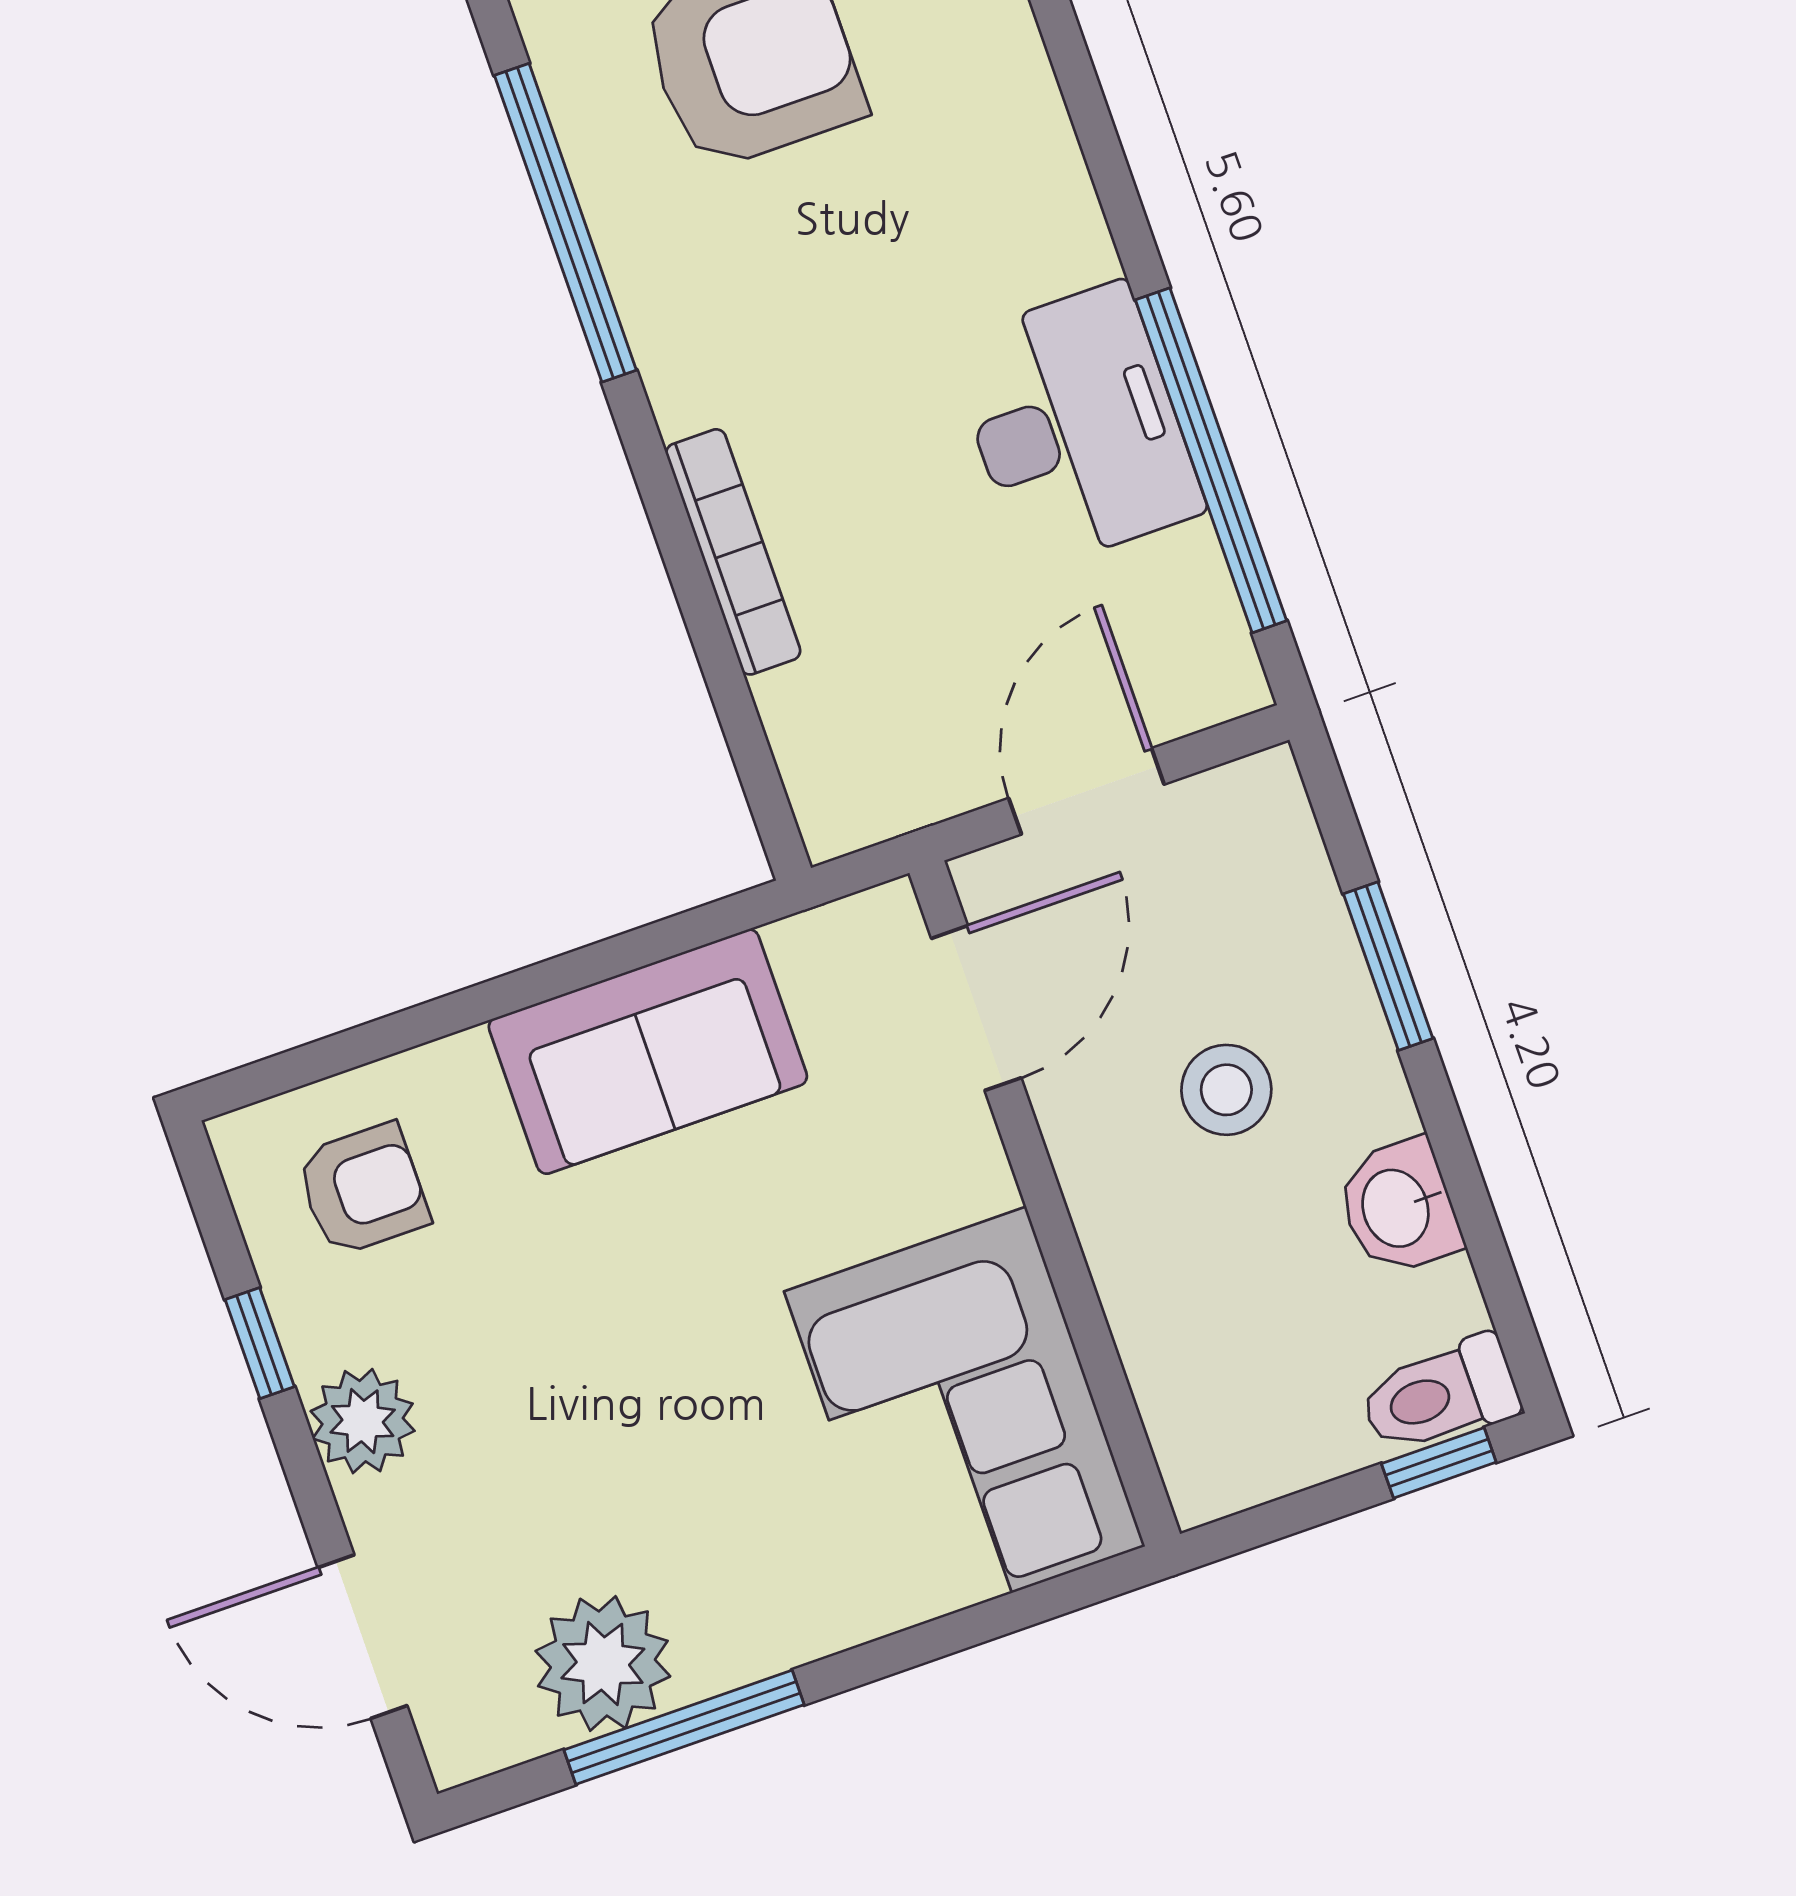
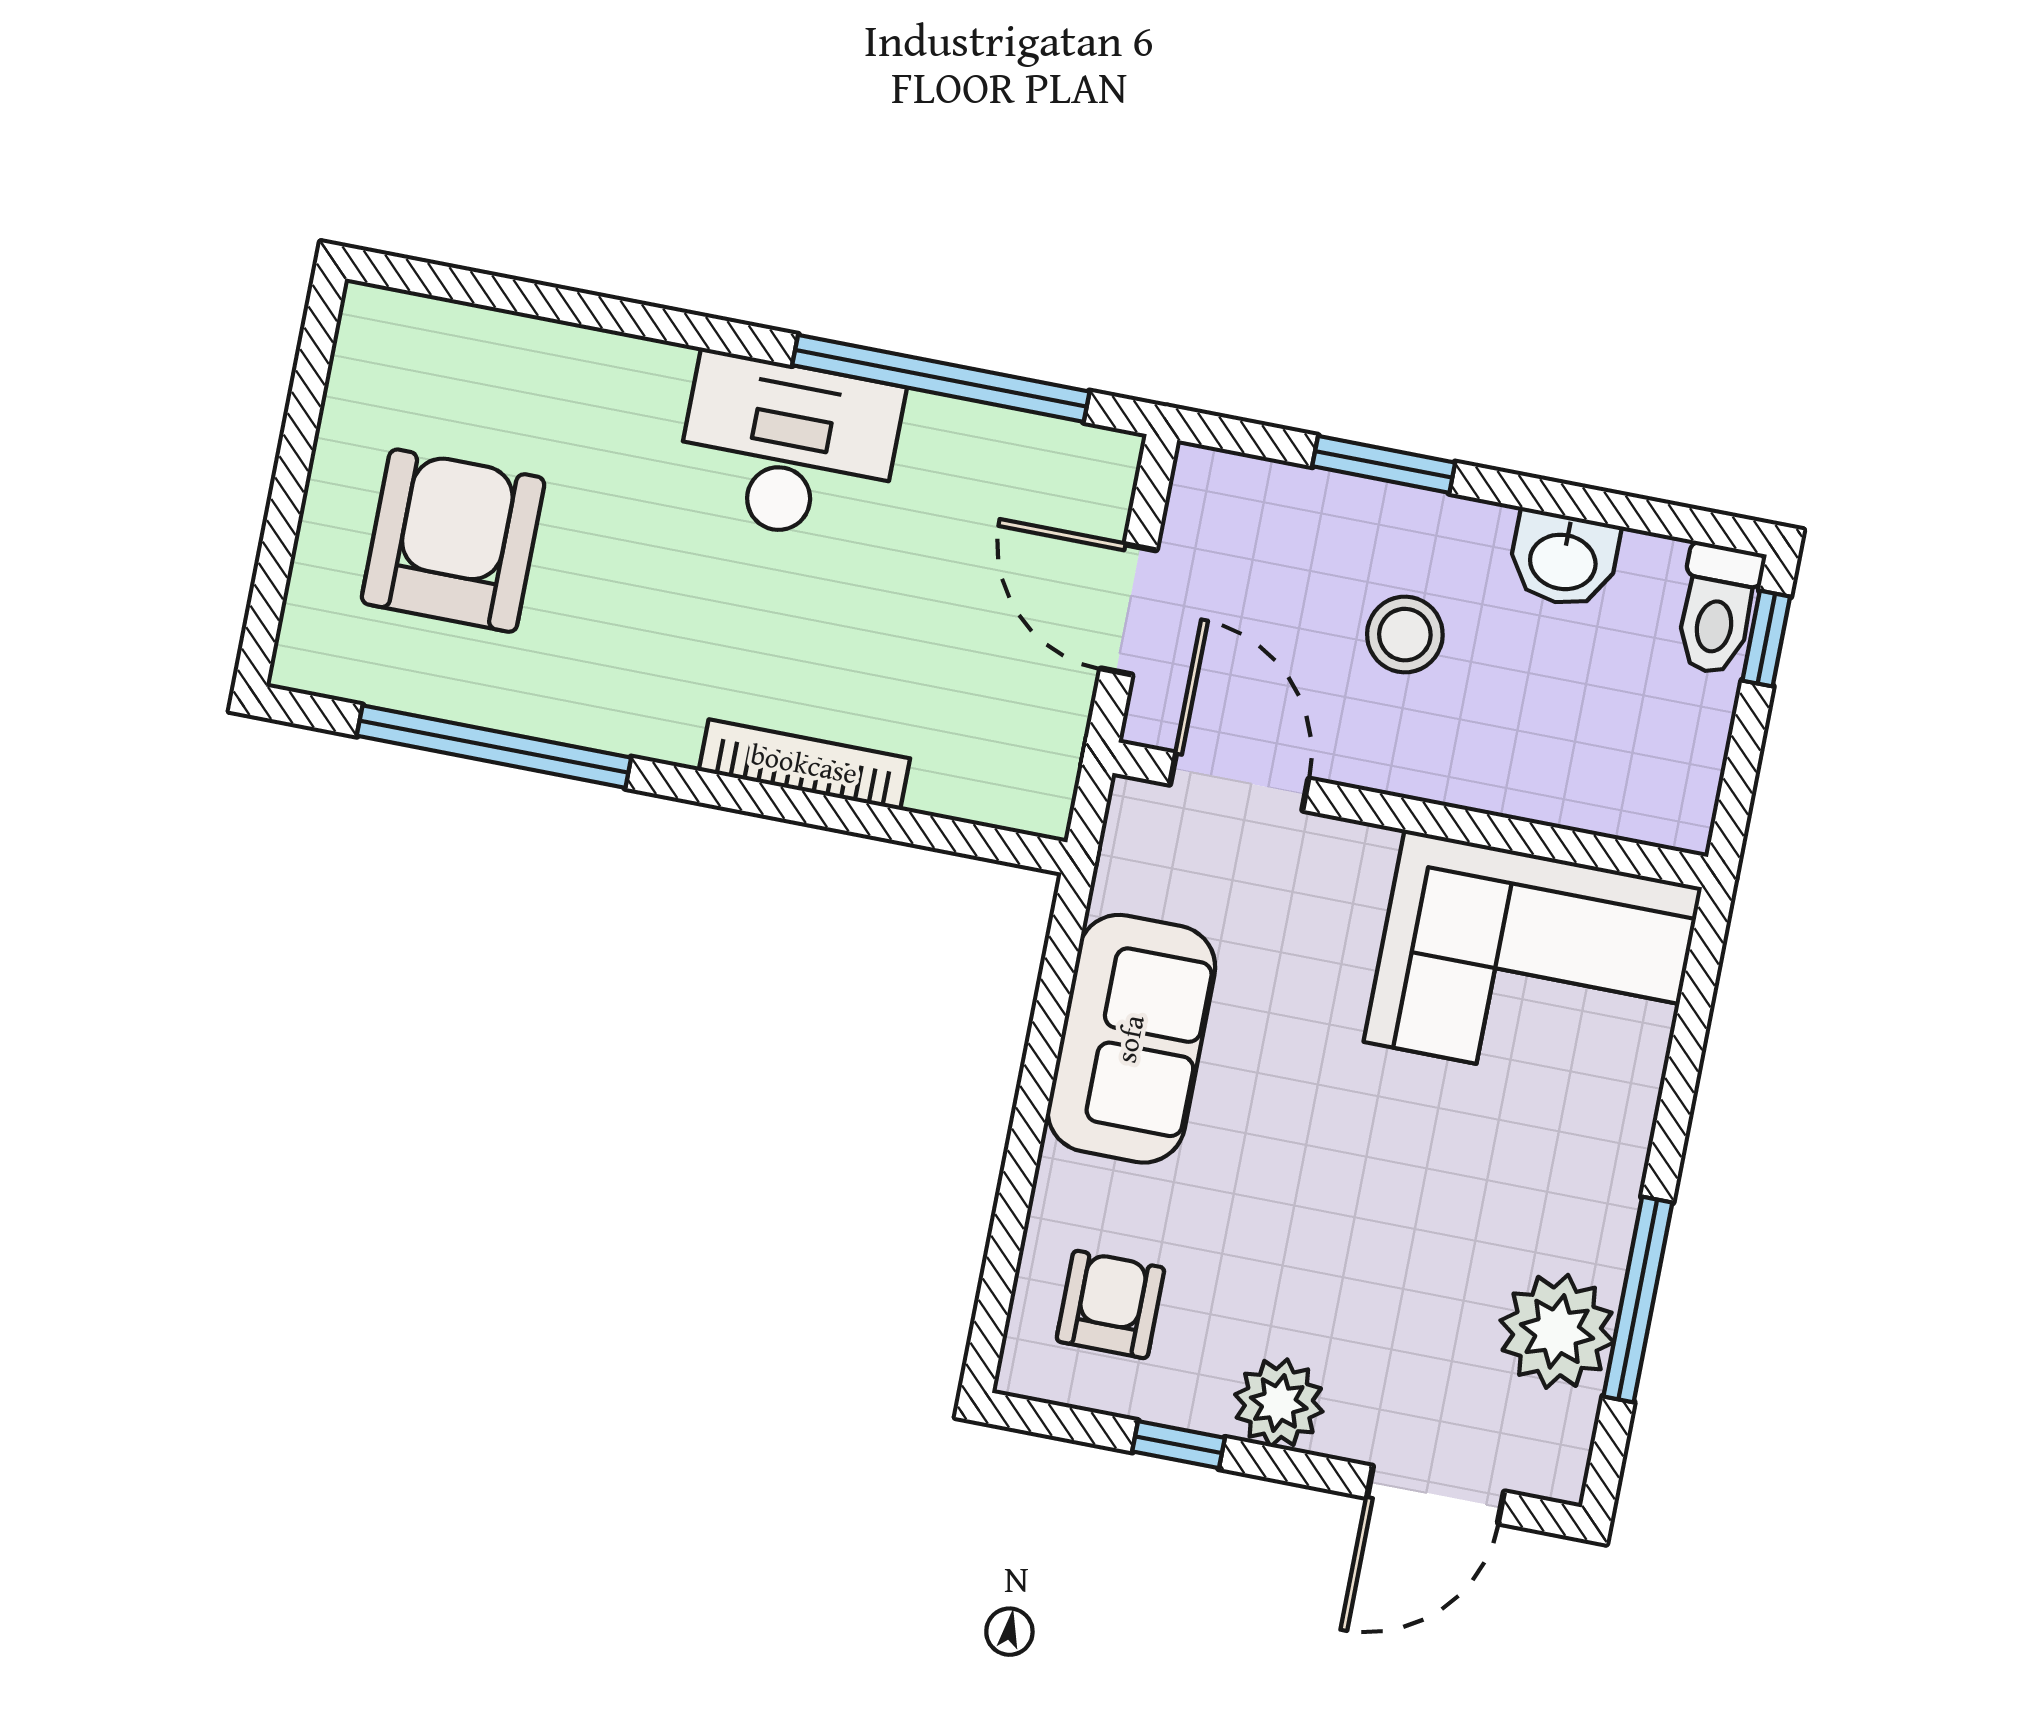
desk: (1076, 426) -> (788, 448), moved

